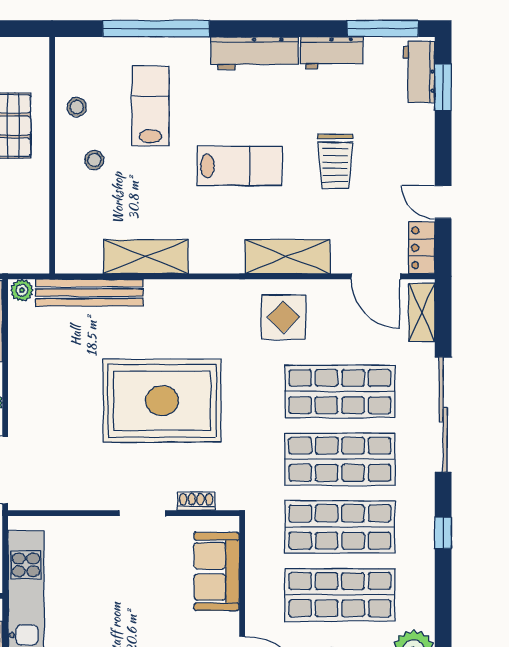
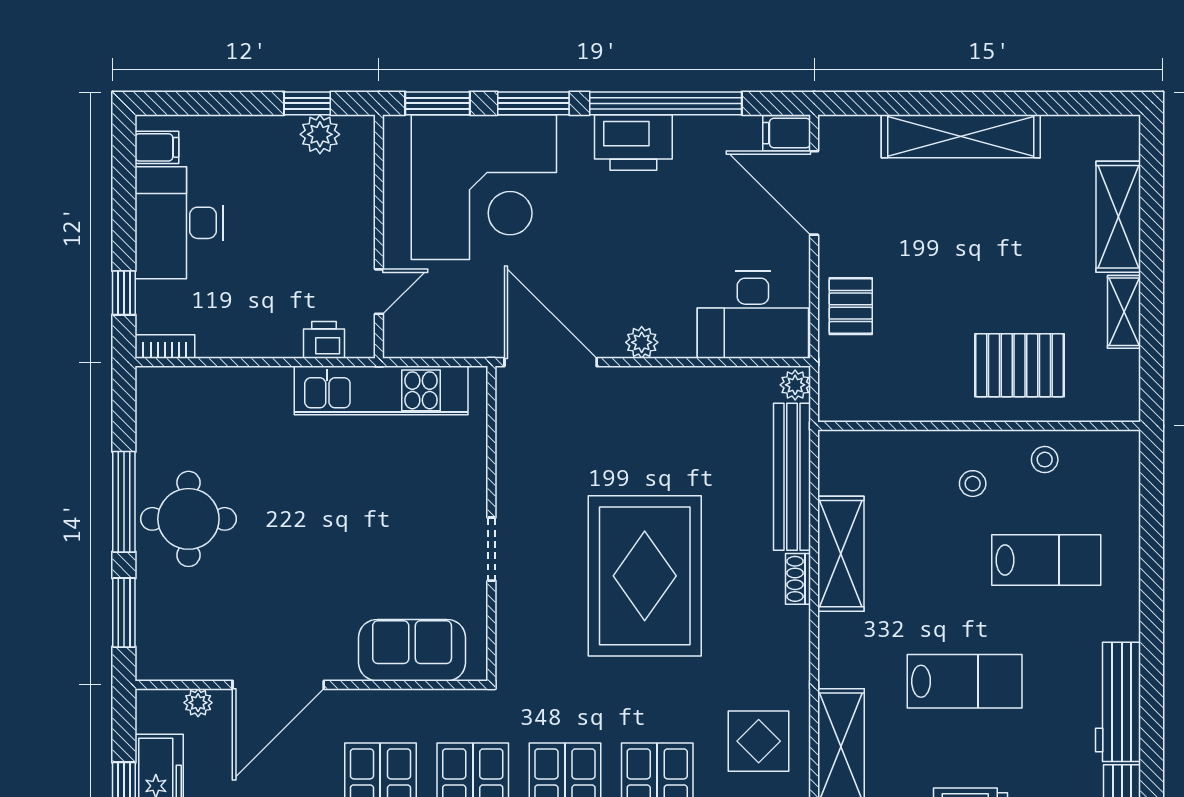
window: (156, 29) -> (1152, 568), removed
lab bench: (239, 166) -> (965, 681), turned -90
shoe rack: (196, 501) -> (798, 579), moved, turned 180

